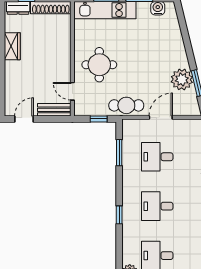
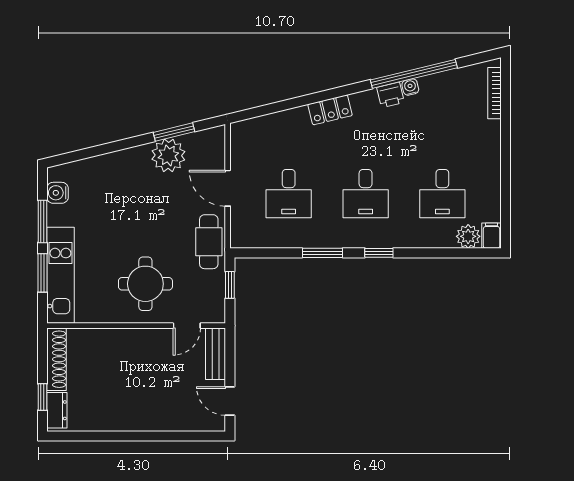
wardrobe: (12, 46) -> (117, 419), removed
window: (119, 153) -> (322, 253), moved

